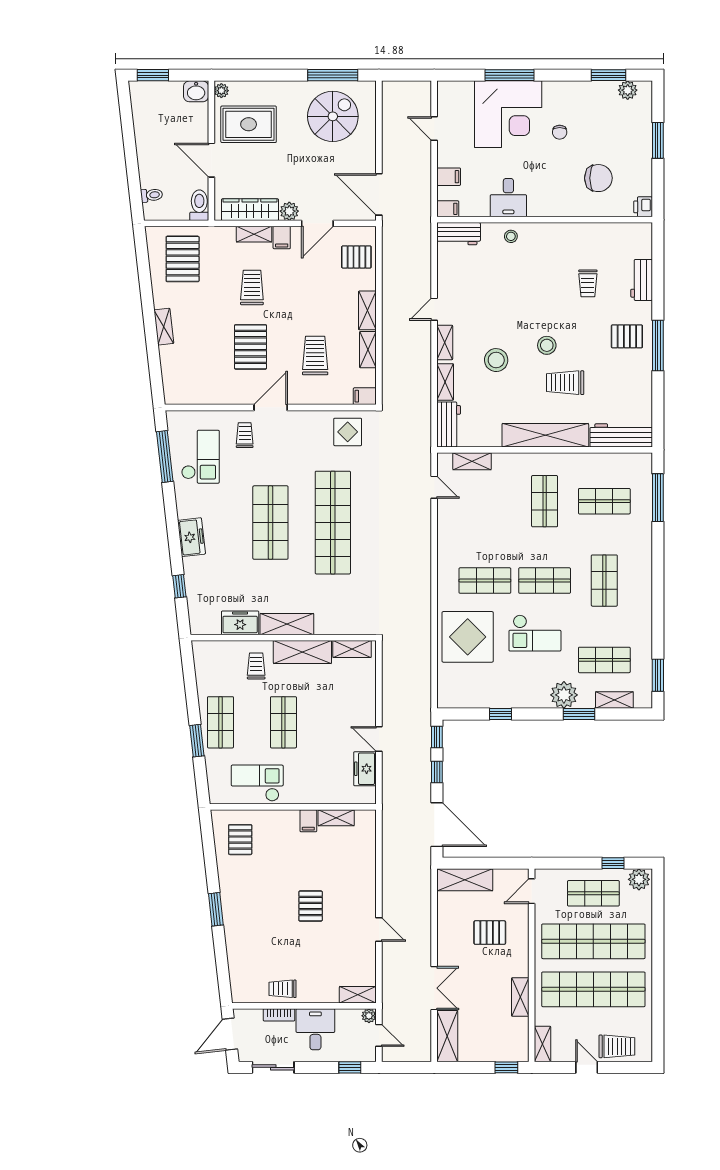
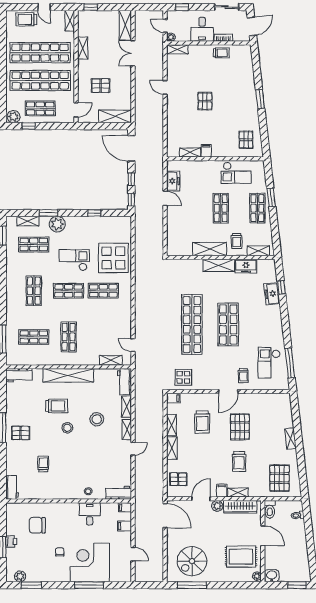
printer: (643, 207) -> (11, 542), moved
workbench: (642, 280) -> (12, 487), moved
workbench: (621, 435) -> (19, 375), width x0.73
freezer: (191, 537) -> (272, 294), moved
shelving: (352, 649) -> (258, 251), moved

